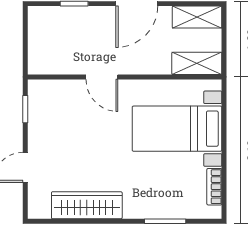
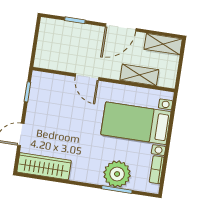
shelving: (197, 63) -> (139, 75), moved
plant: (162, 201) -> (117, 174), added
wardrobe: (87, 205) -> (44, 166), moved

